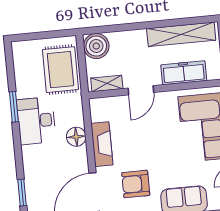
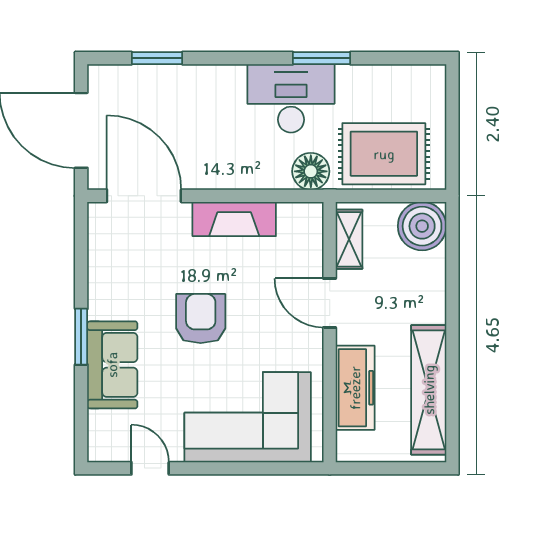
floor lamp: (76, 137) -> (311, 171), moved
armchair: (136, 184) -> (201, 319), moved

